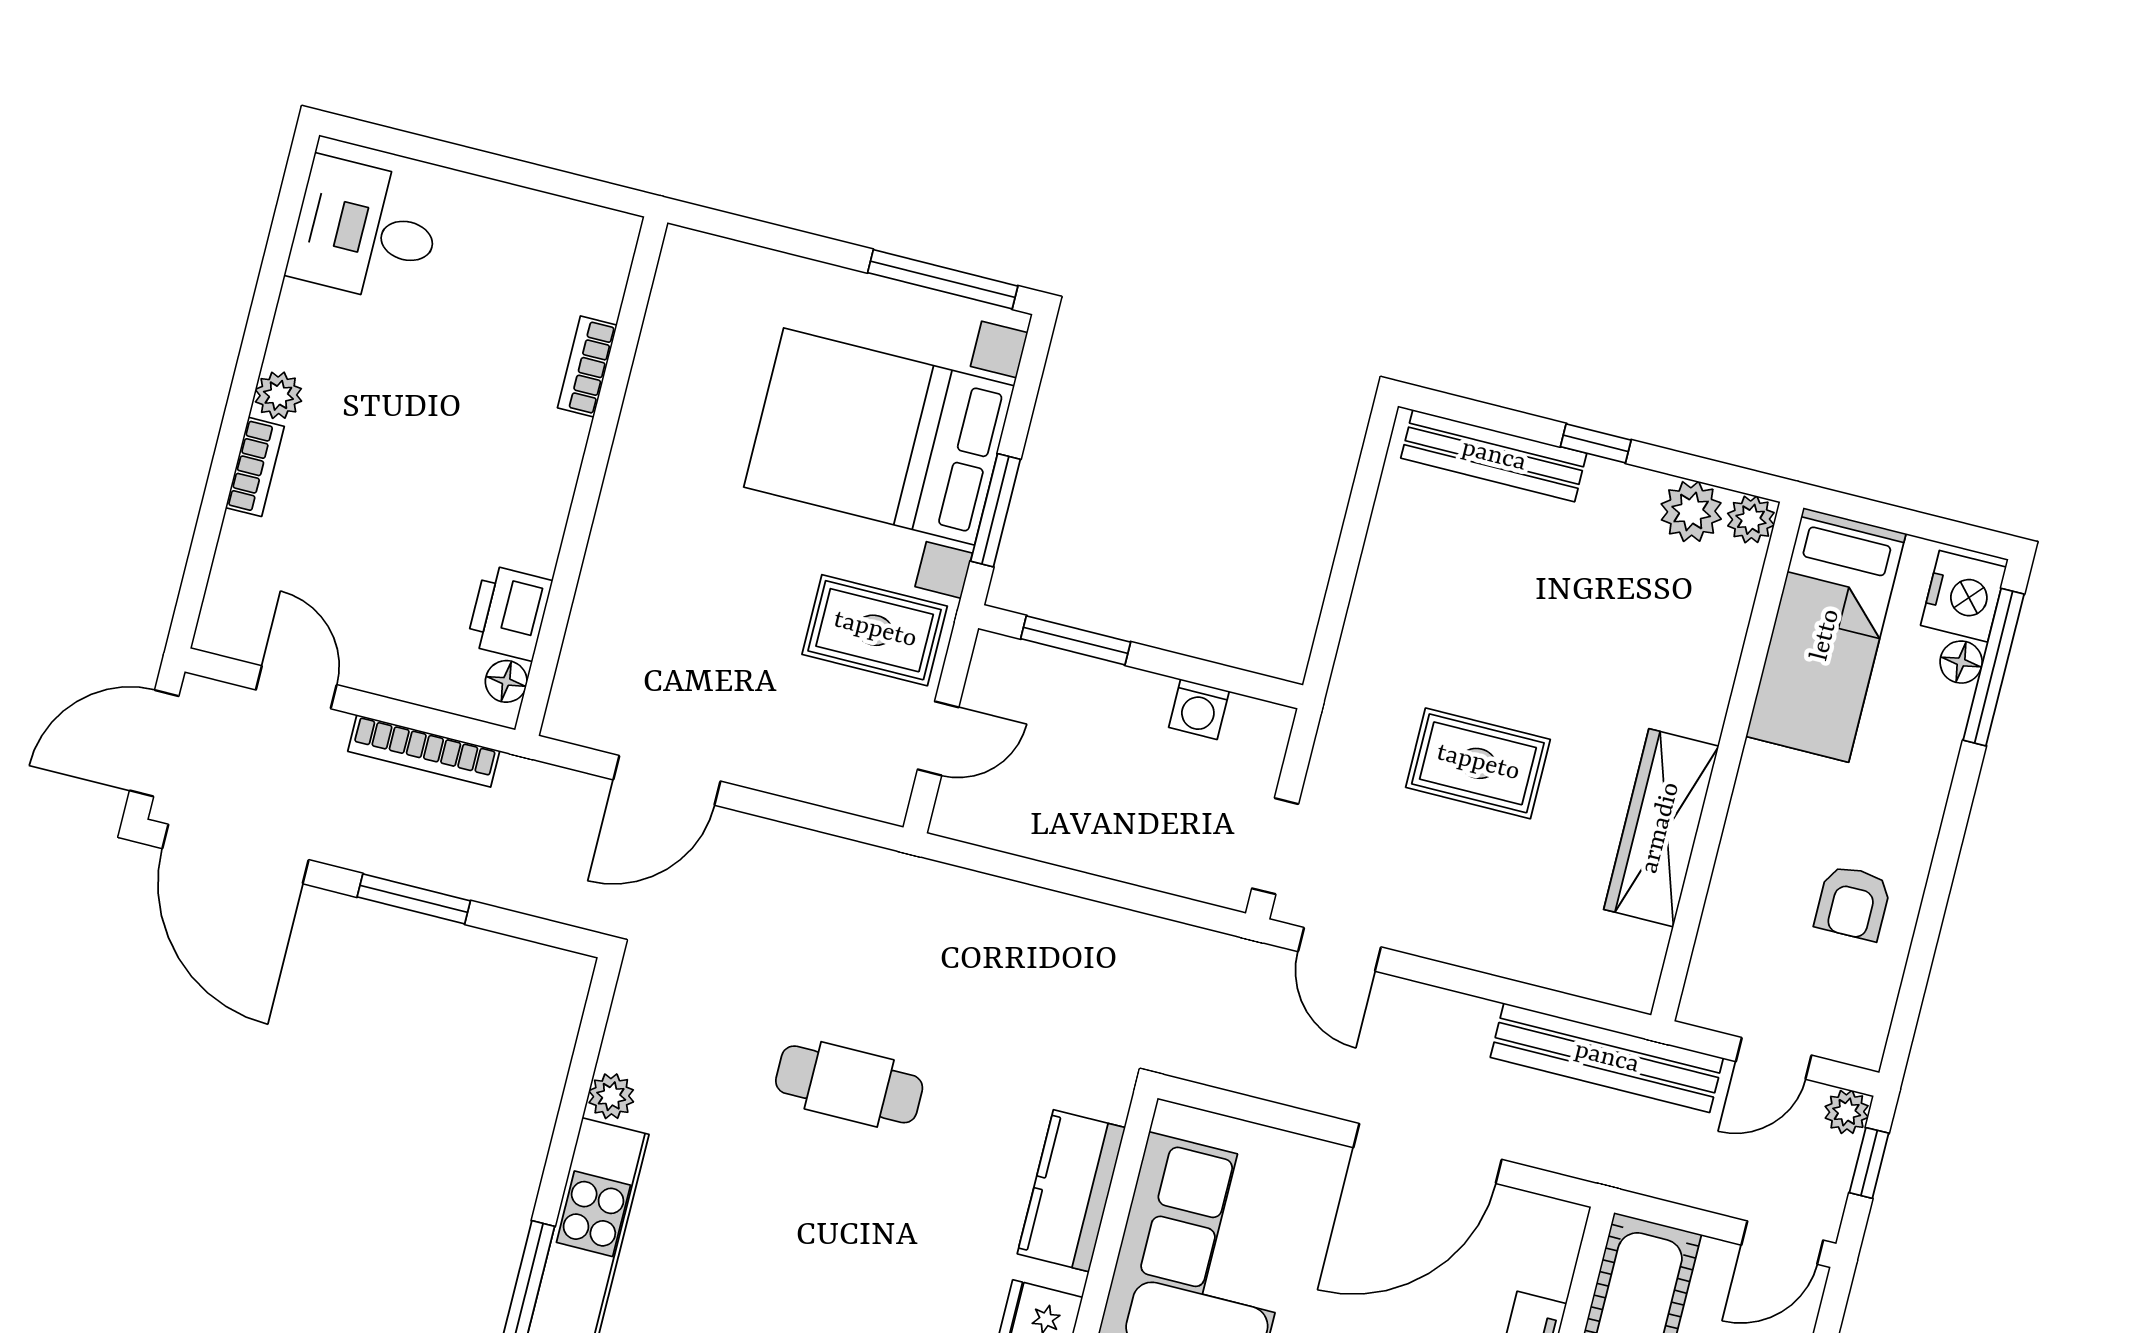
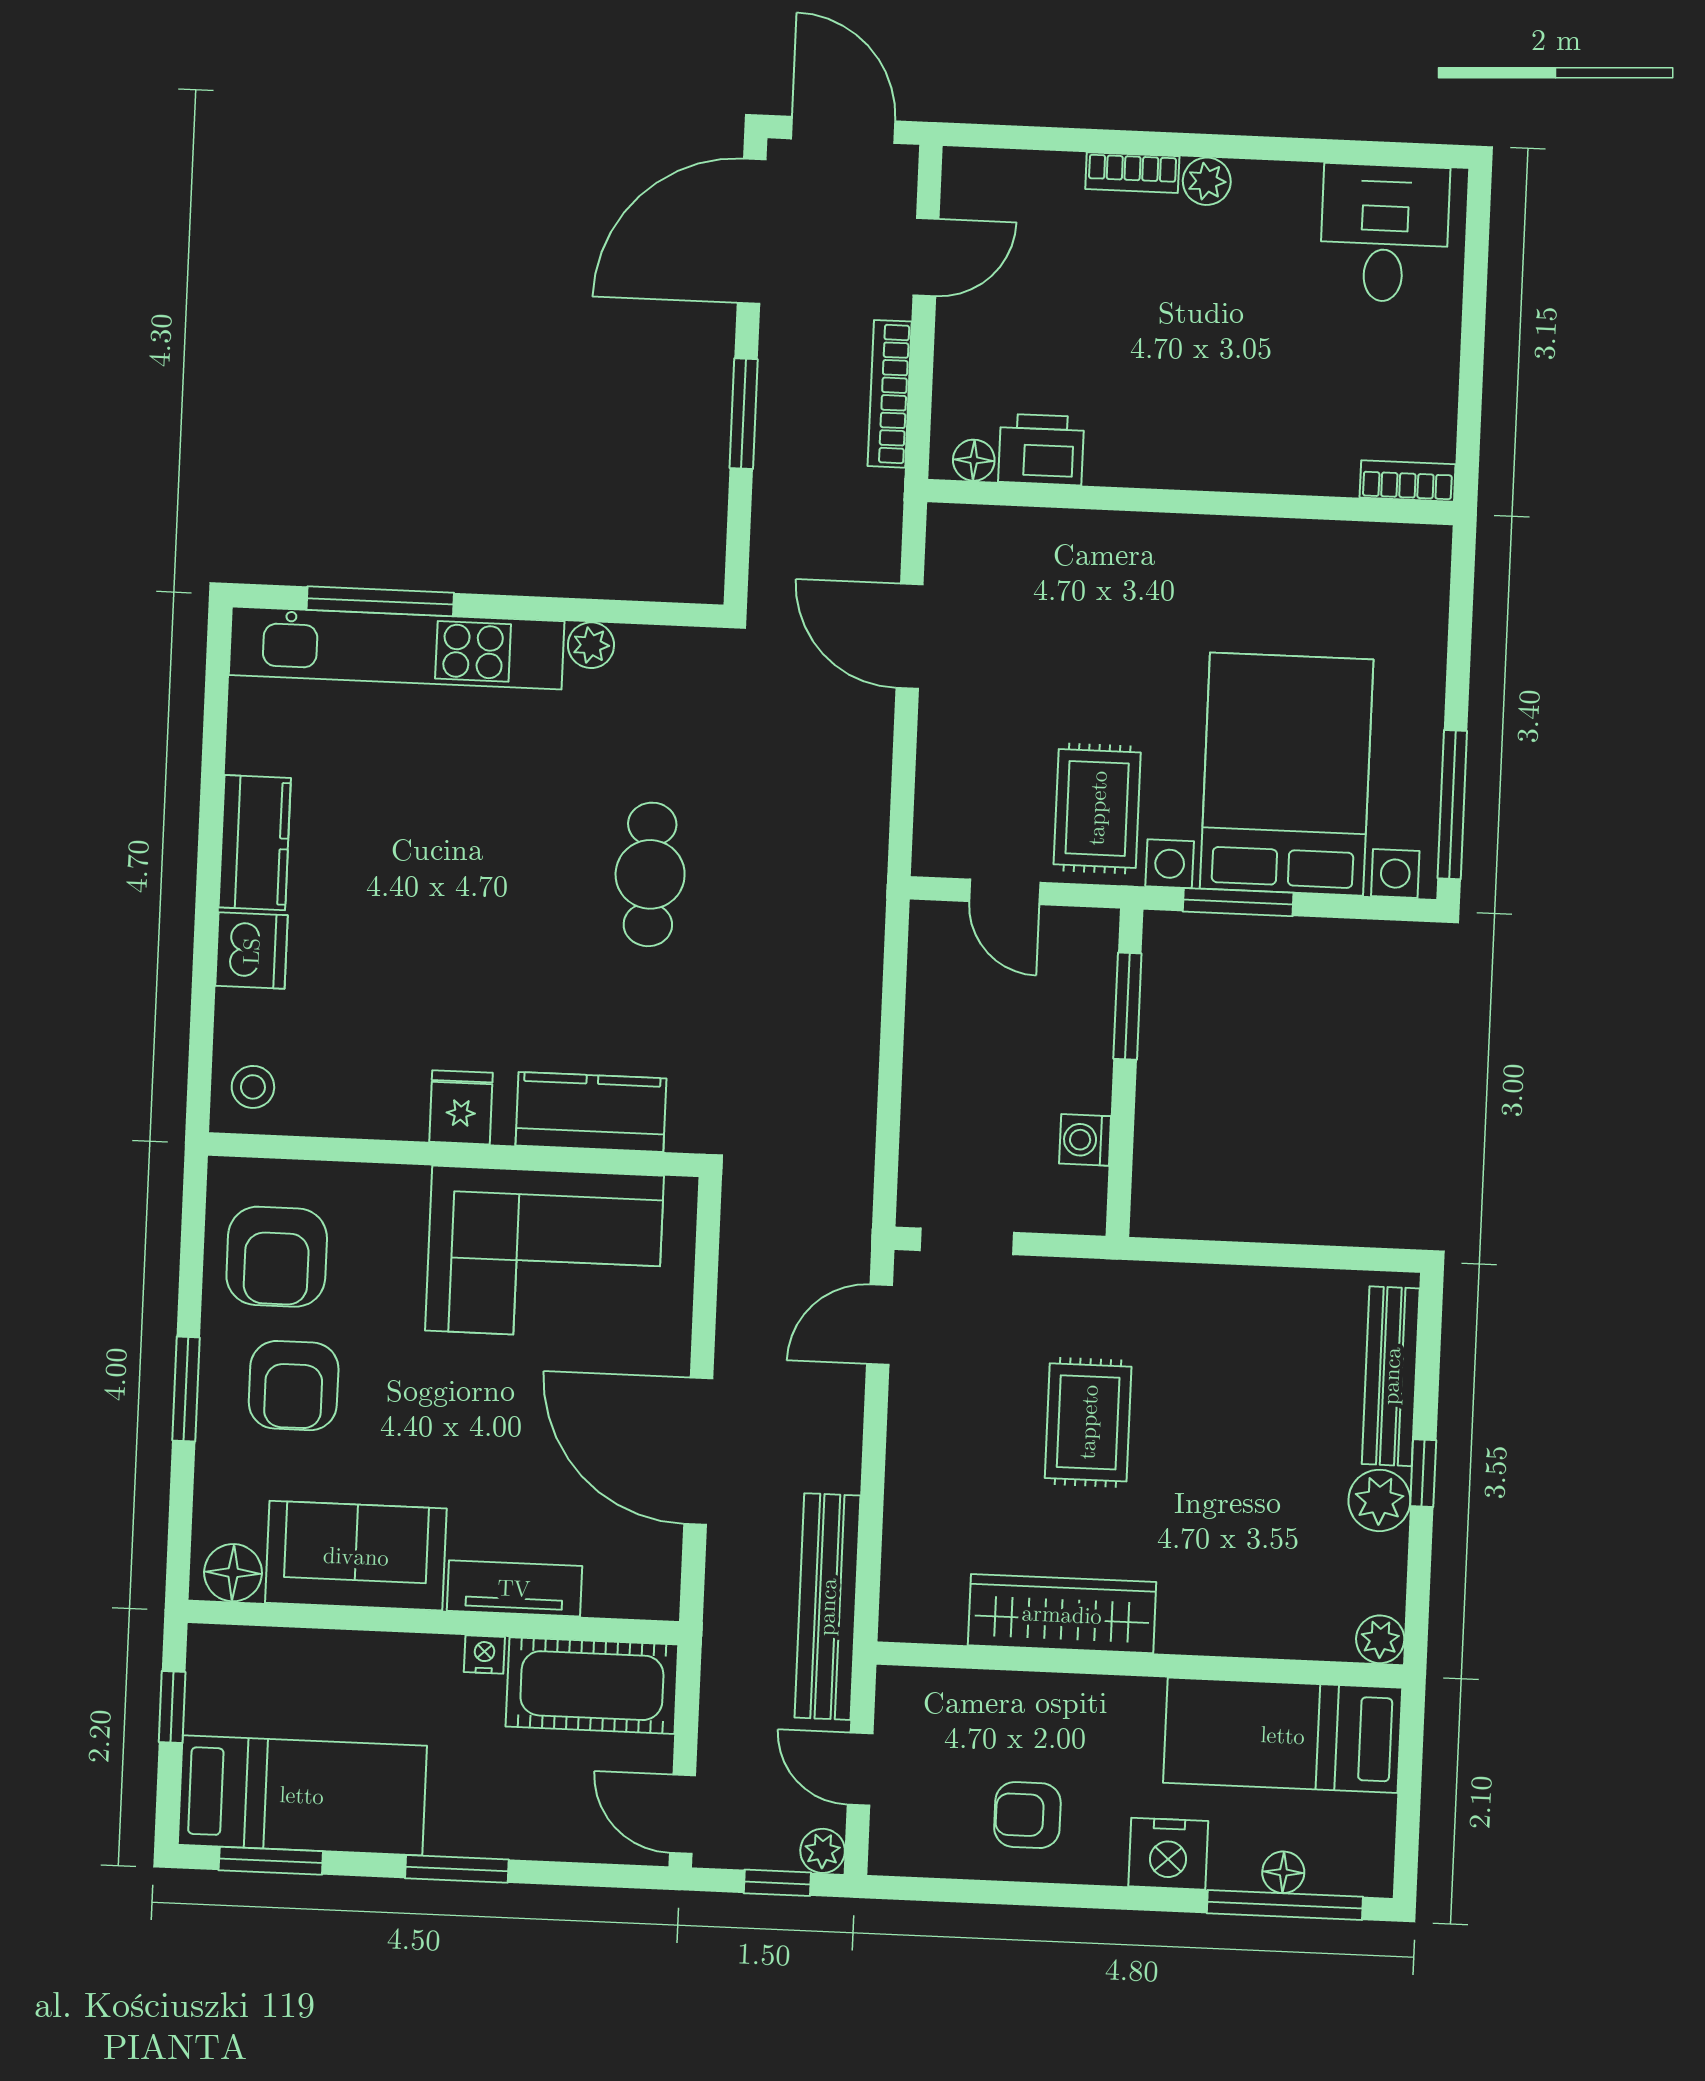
bookcase: (587, 366) -> (1408, 481), moved
plant: (1691, 511) -> (1379, 1500), moved
nightstand: (1964, 596) -> (1168, 1854), moved

